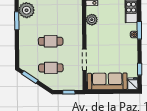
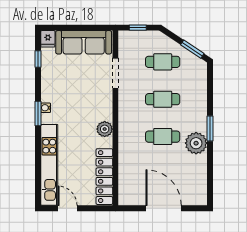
cafe table: (50, 15) -> (163, 137), added

